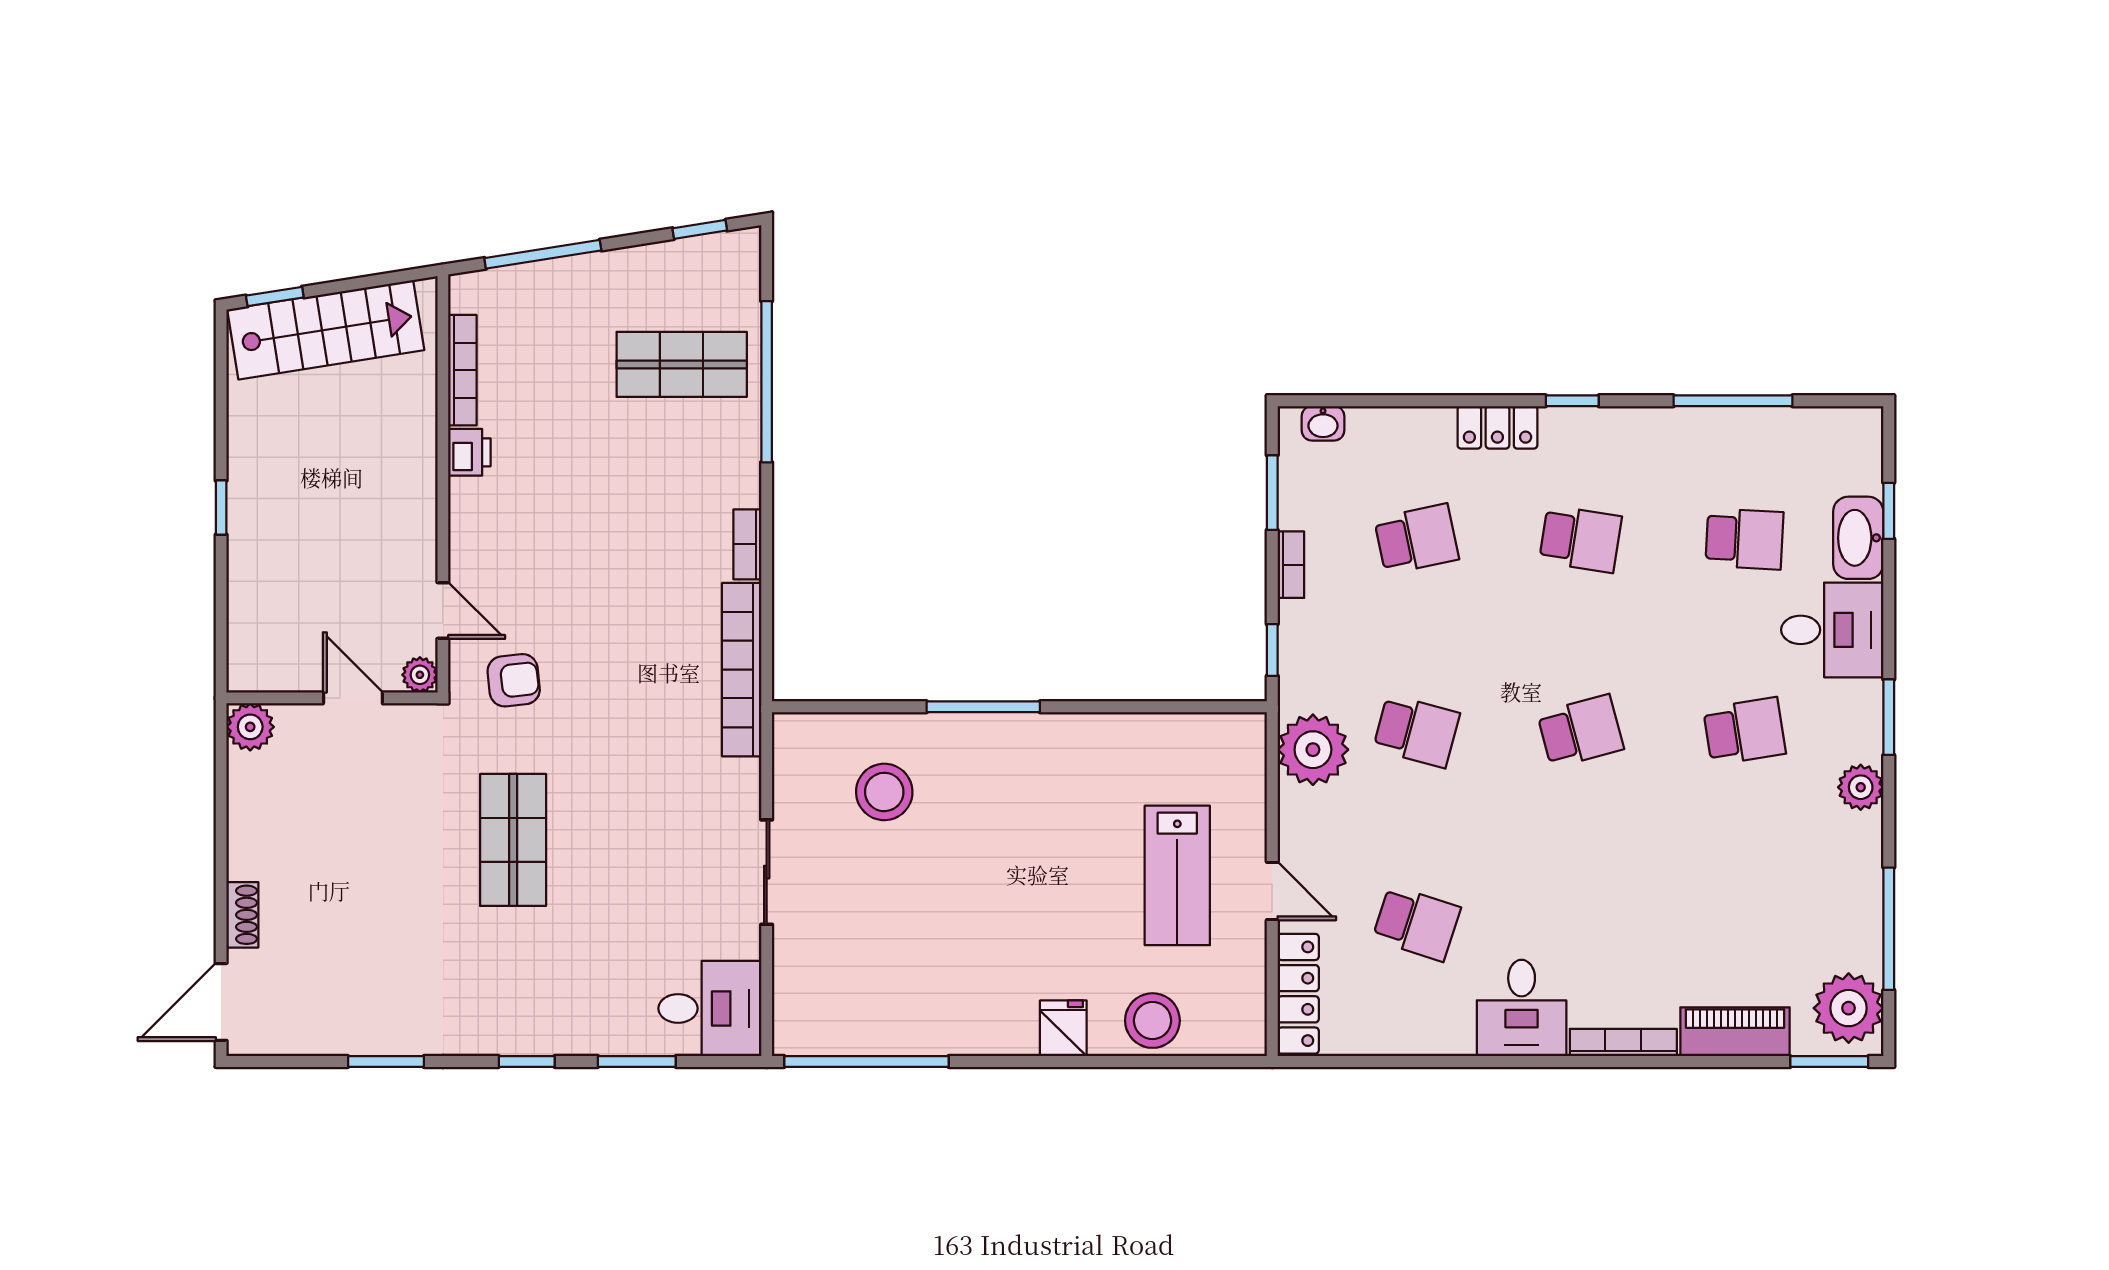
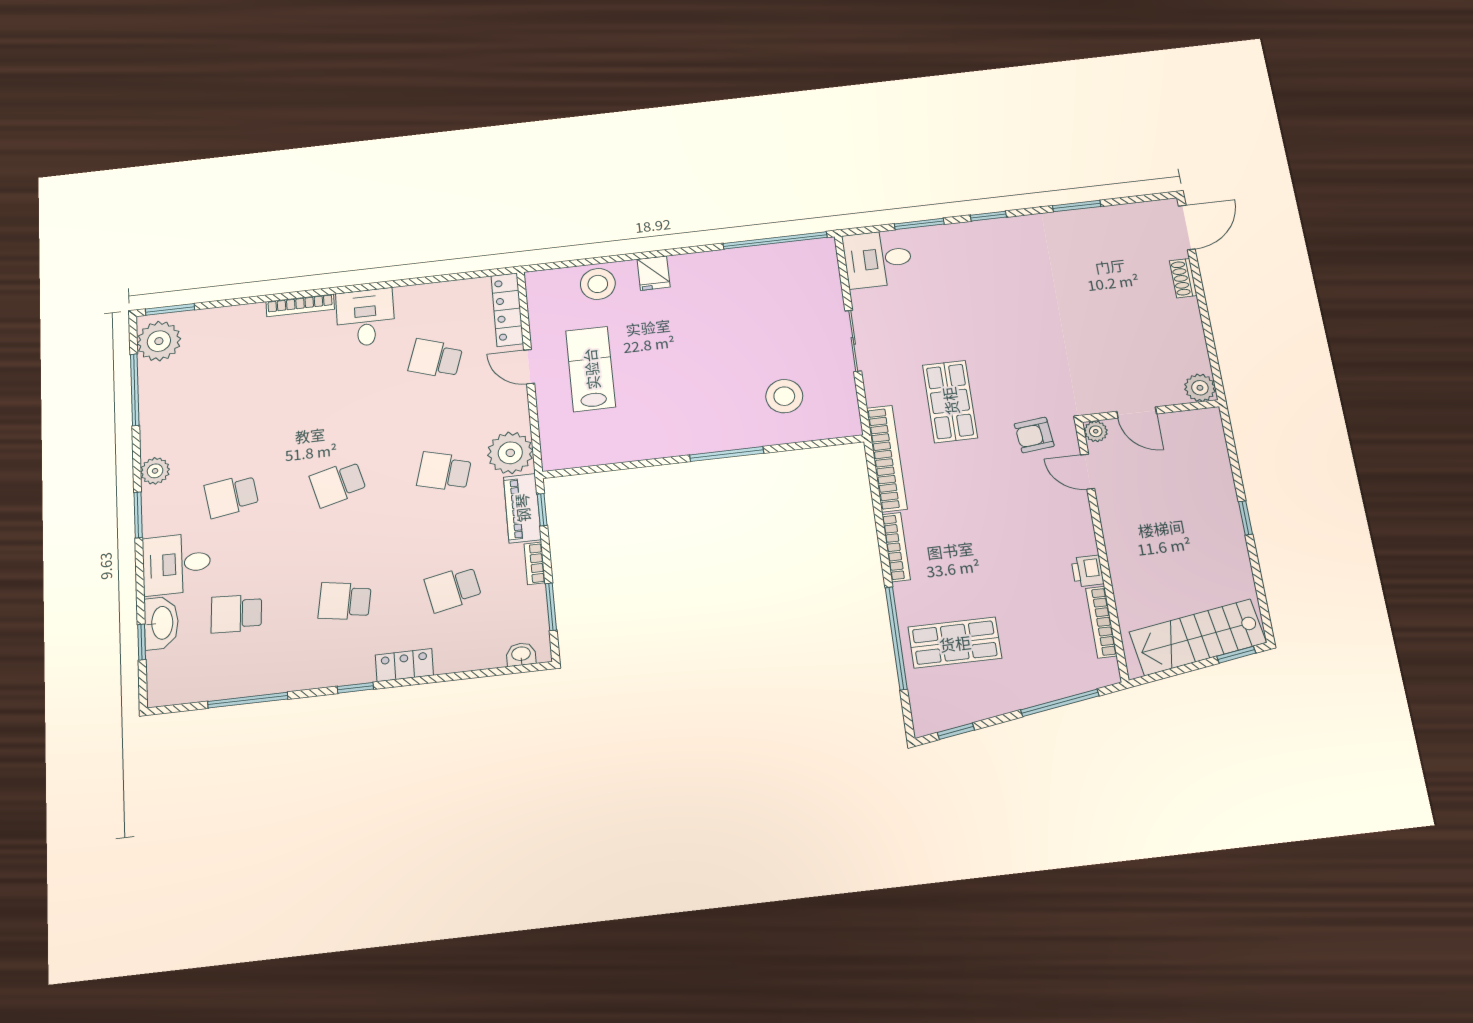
bookcase: (747, 544) -> (896, 547), width x1.56
shop shelf: (513, 840) -> (950, 401), moved
piano: (1735, 1032) -> (522, 508), moved, turned 90

